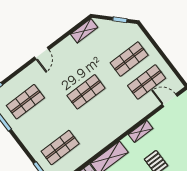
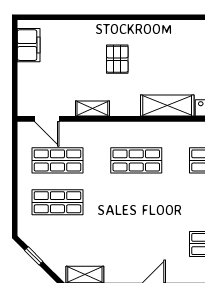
shop shelf: (86, 92) -> (136, 160), moved
shelving: (141, 131) -> (92, 108), moved

